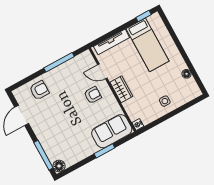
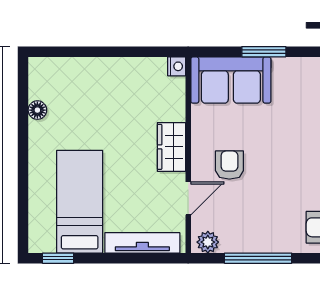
plant: (84, 57) -> (208, 242), added
door: (102, 71) -> (188, 198), hinge flipped
armchair: (93, 95) -> (229, 165), turned 90
side table: (165, 101) -> (104, 82), removed

